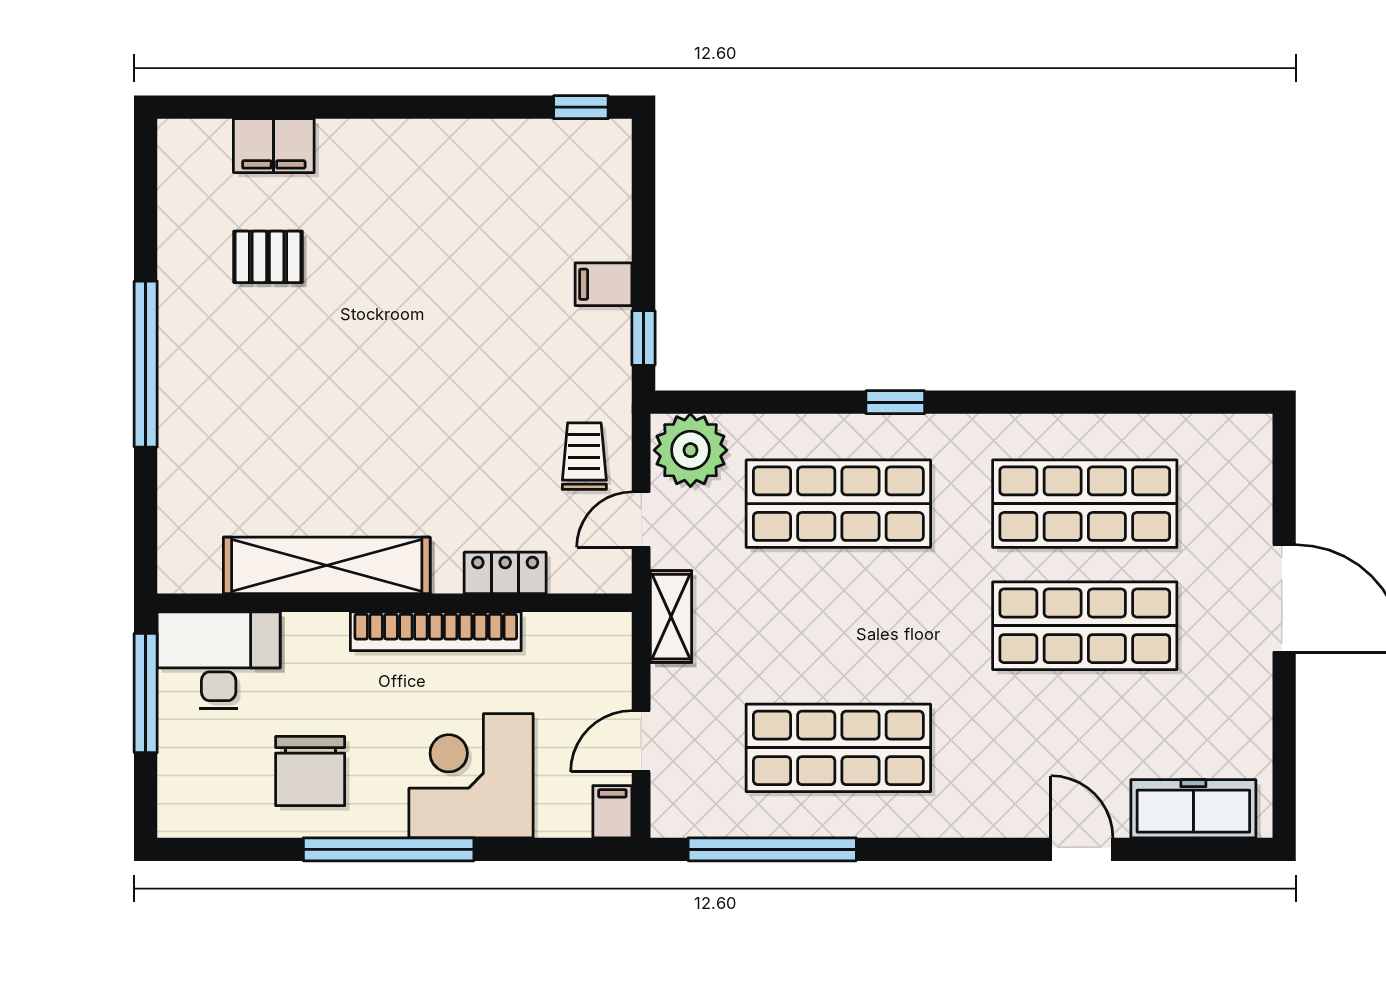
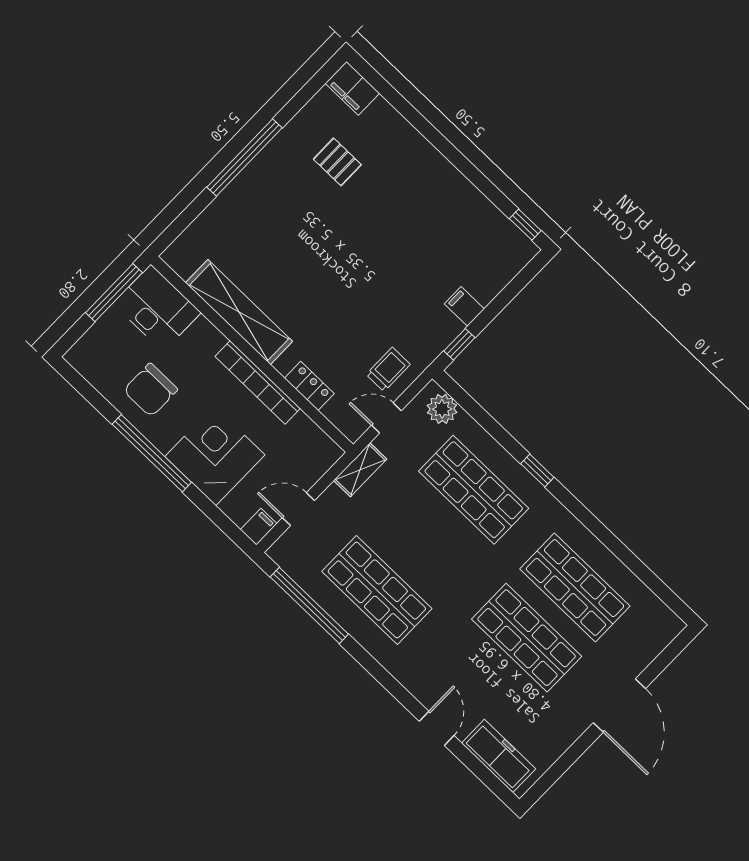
filing cabinet: (274, 146) -> (352, 88), moved
plant: (690, 450) -> (442, 409), width x0.73, depth x0.73

